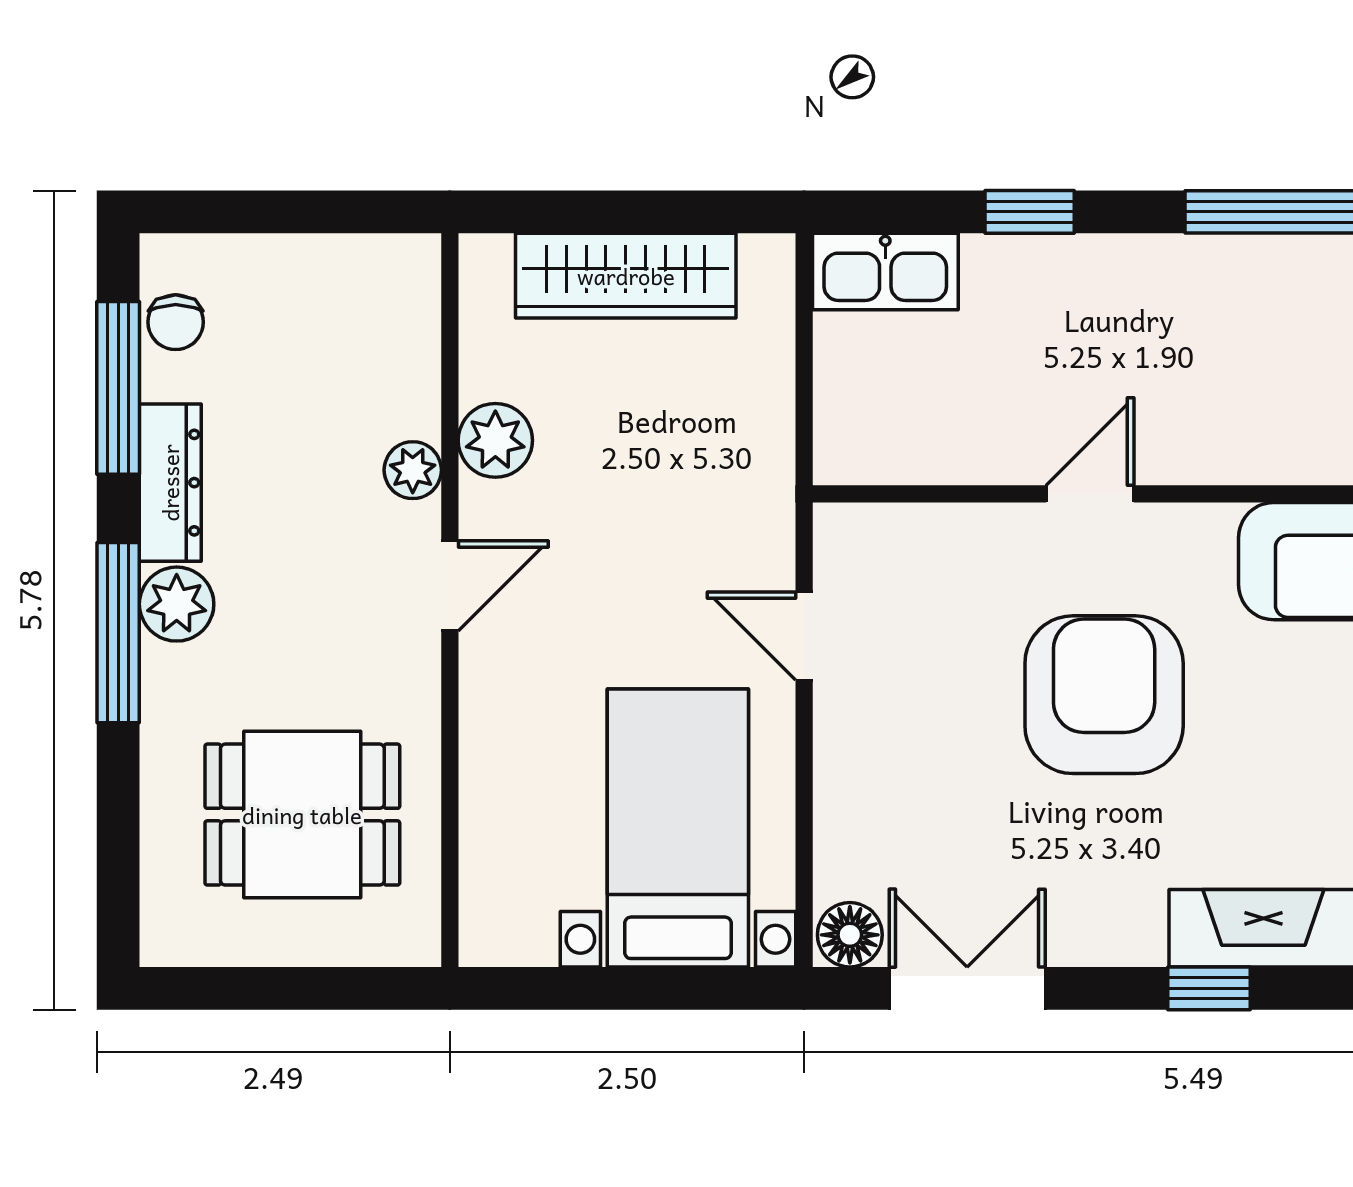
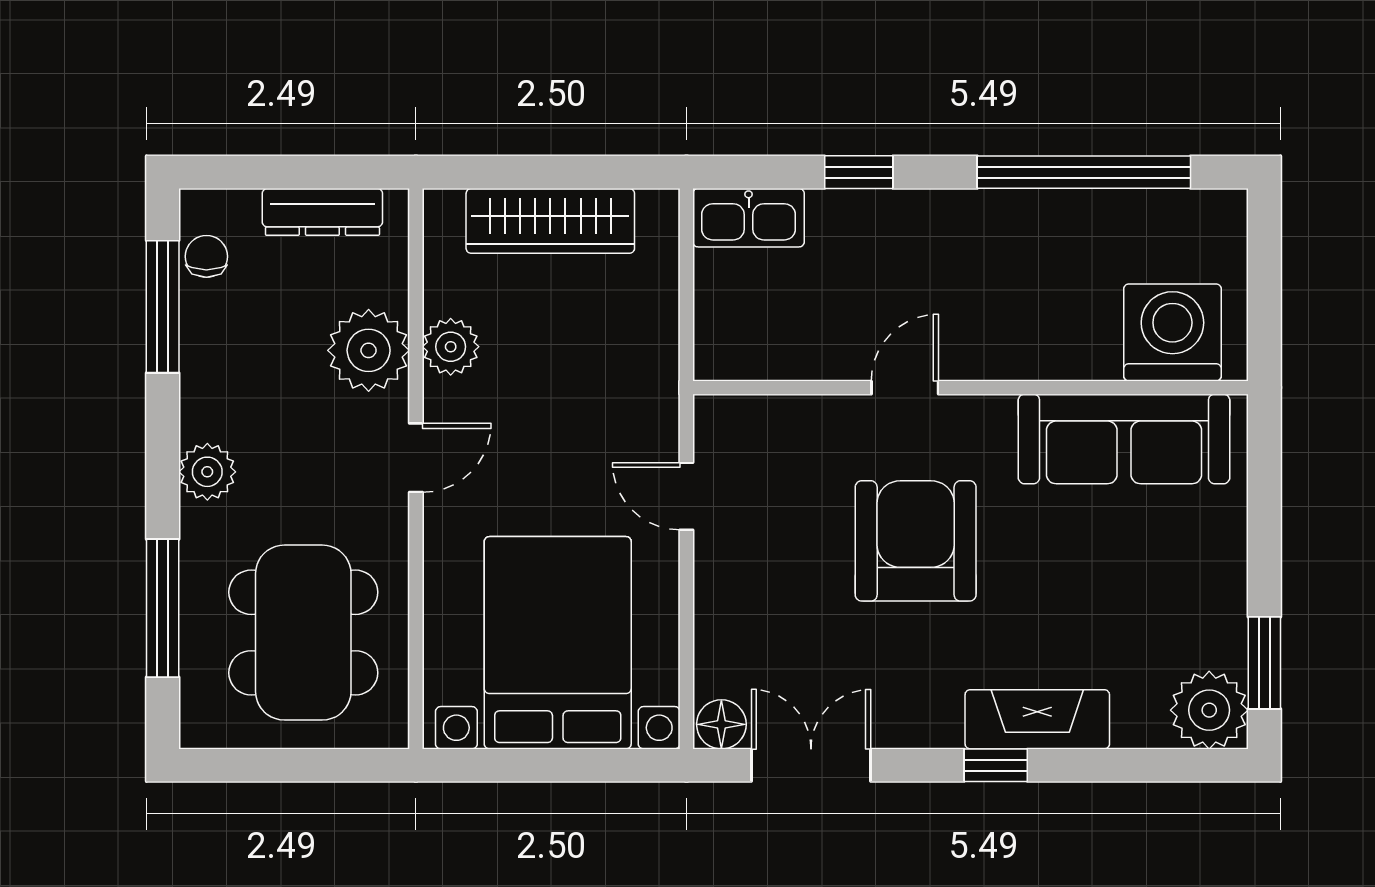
chair: (176, 322) -> (206, 256), turned 180
plant: (413, 470) -> (369, 350), width x1.88, depth x1.88
dresser: (170, 483) -> (322, 212), moved, turned 90
window: (118, 633) -> (163, 608), moved
dining table: (302, 815) -> (303, 633), width x1.38
bed with nightstands: (678, 828) -> (558, 643), width x1.36

